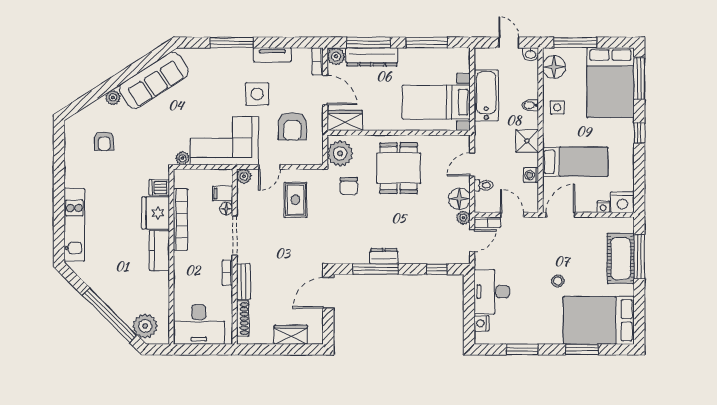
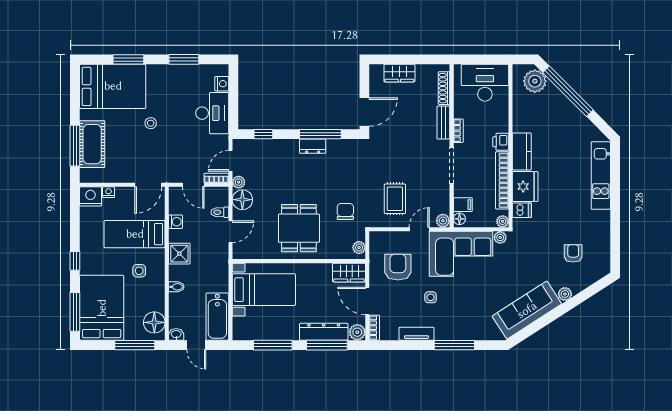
side table: (257, 94) -> (431, 297), width x0.54, depth x0.54
bathtub: (486, 95) -> (217, 317), moved
side table: (557, 107) -> (139, 271), moved
plant: (340, 153) -> (359, 248), width x0.53, depth x0.53
plant: (180, 175) -> (503, 221), added
floor lamp: (226, 209) -> (459, 219), moved
printer: (182, 261) -> (501, 142), added

